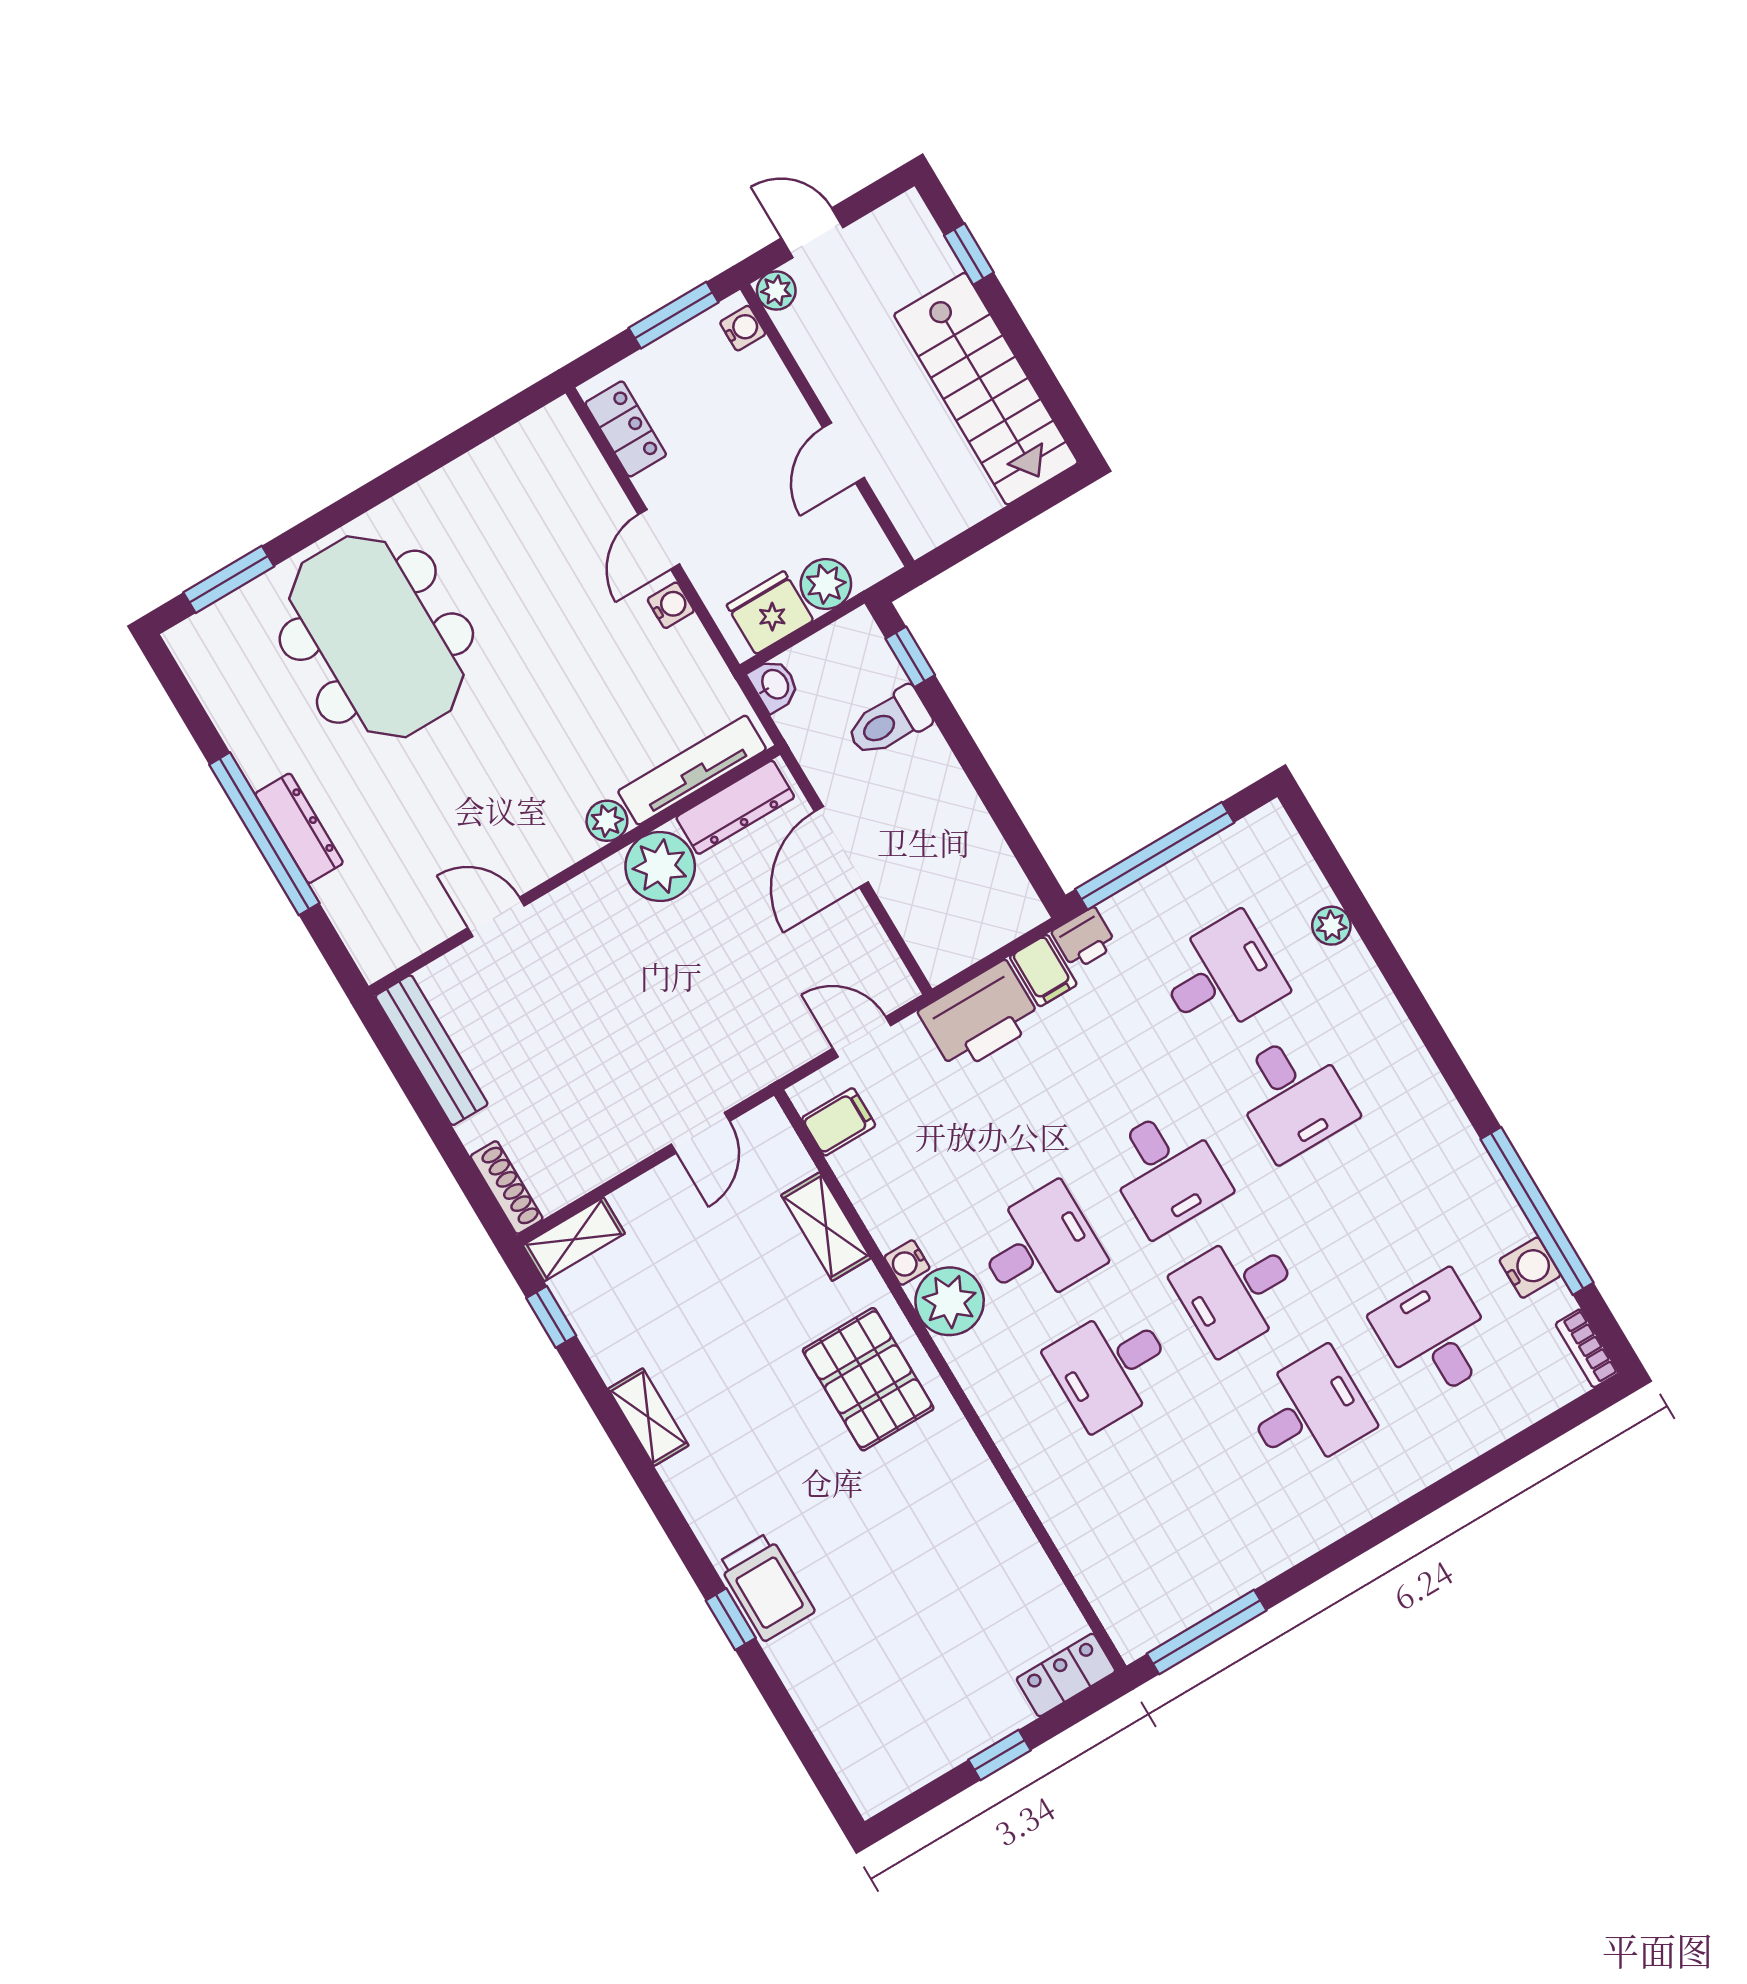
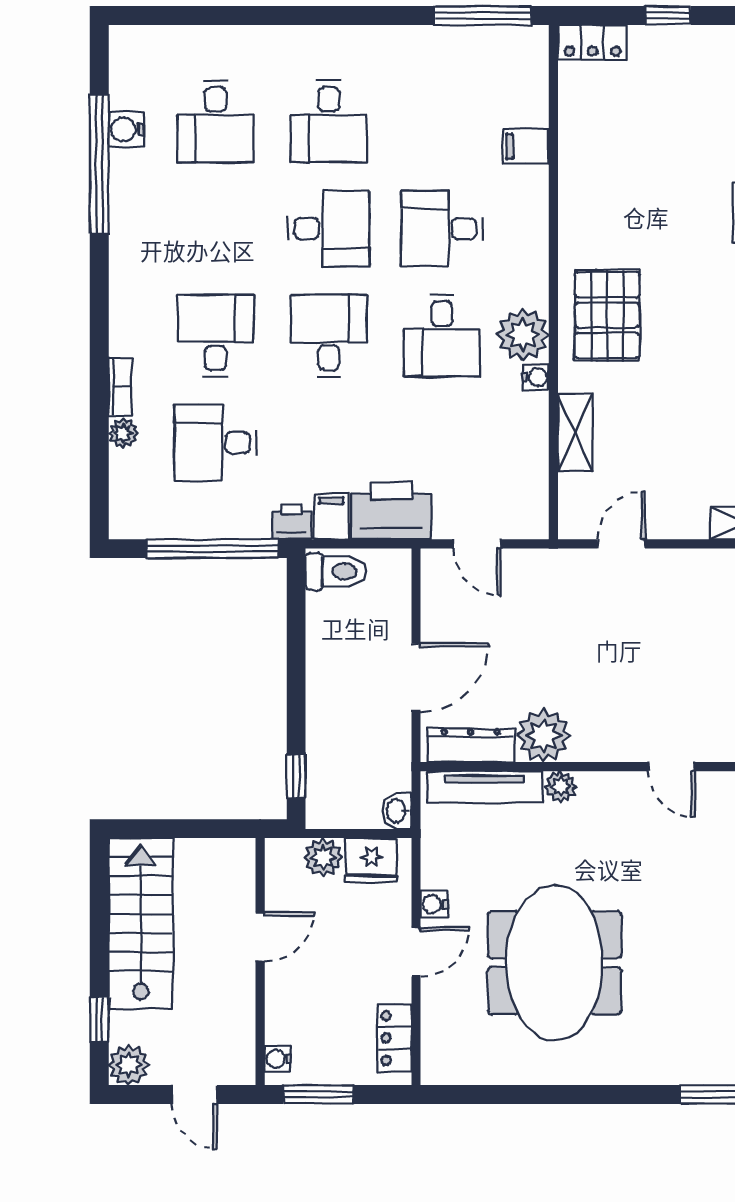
plant: (776, 291) -> (129, 1065), moved, width x1.38, depth x1.38
meeting table: (376, 637) -> (555, 963), moved
toilet: (889, 722) -> (336, 572), moved
filing cabinet: (839, 1122) -> (526, 146), moved
desk: (1040, 1247) -> (442, 336), turned -90
bookcase: (1587, 1348) -> (120, 387), moved
desk: (1111, 1367) -> (442, 228), turned 180
desk: (1309, 1411) -> (329, 121), turned -90

